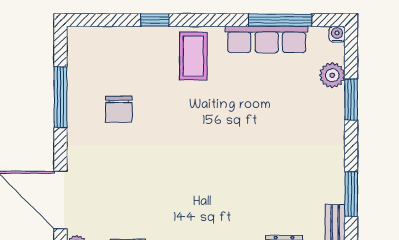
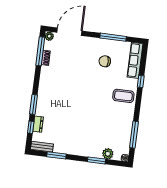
row of seats: (267, 39) -> (135, 60), moved

